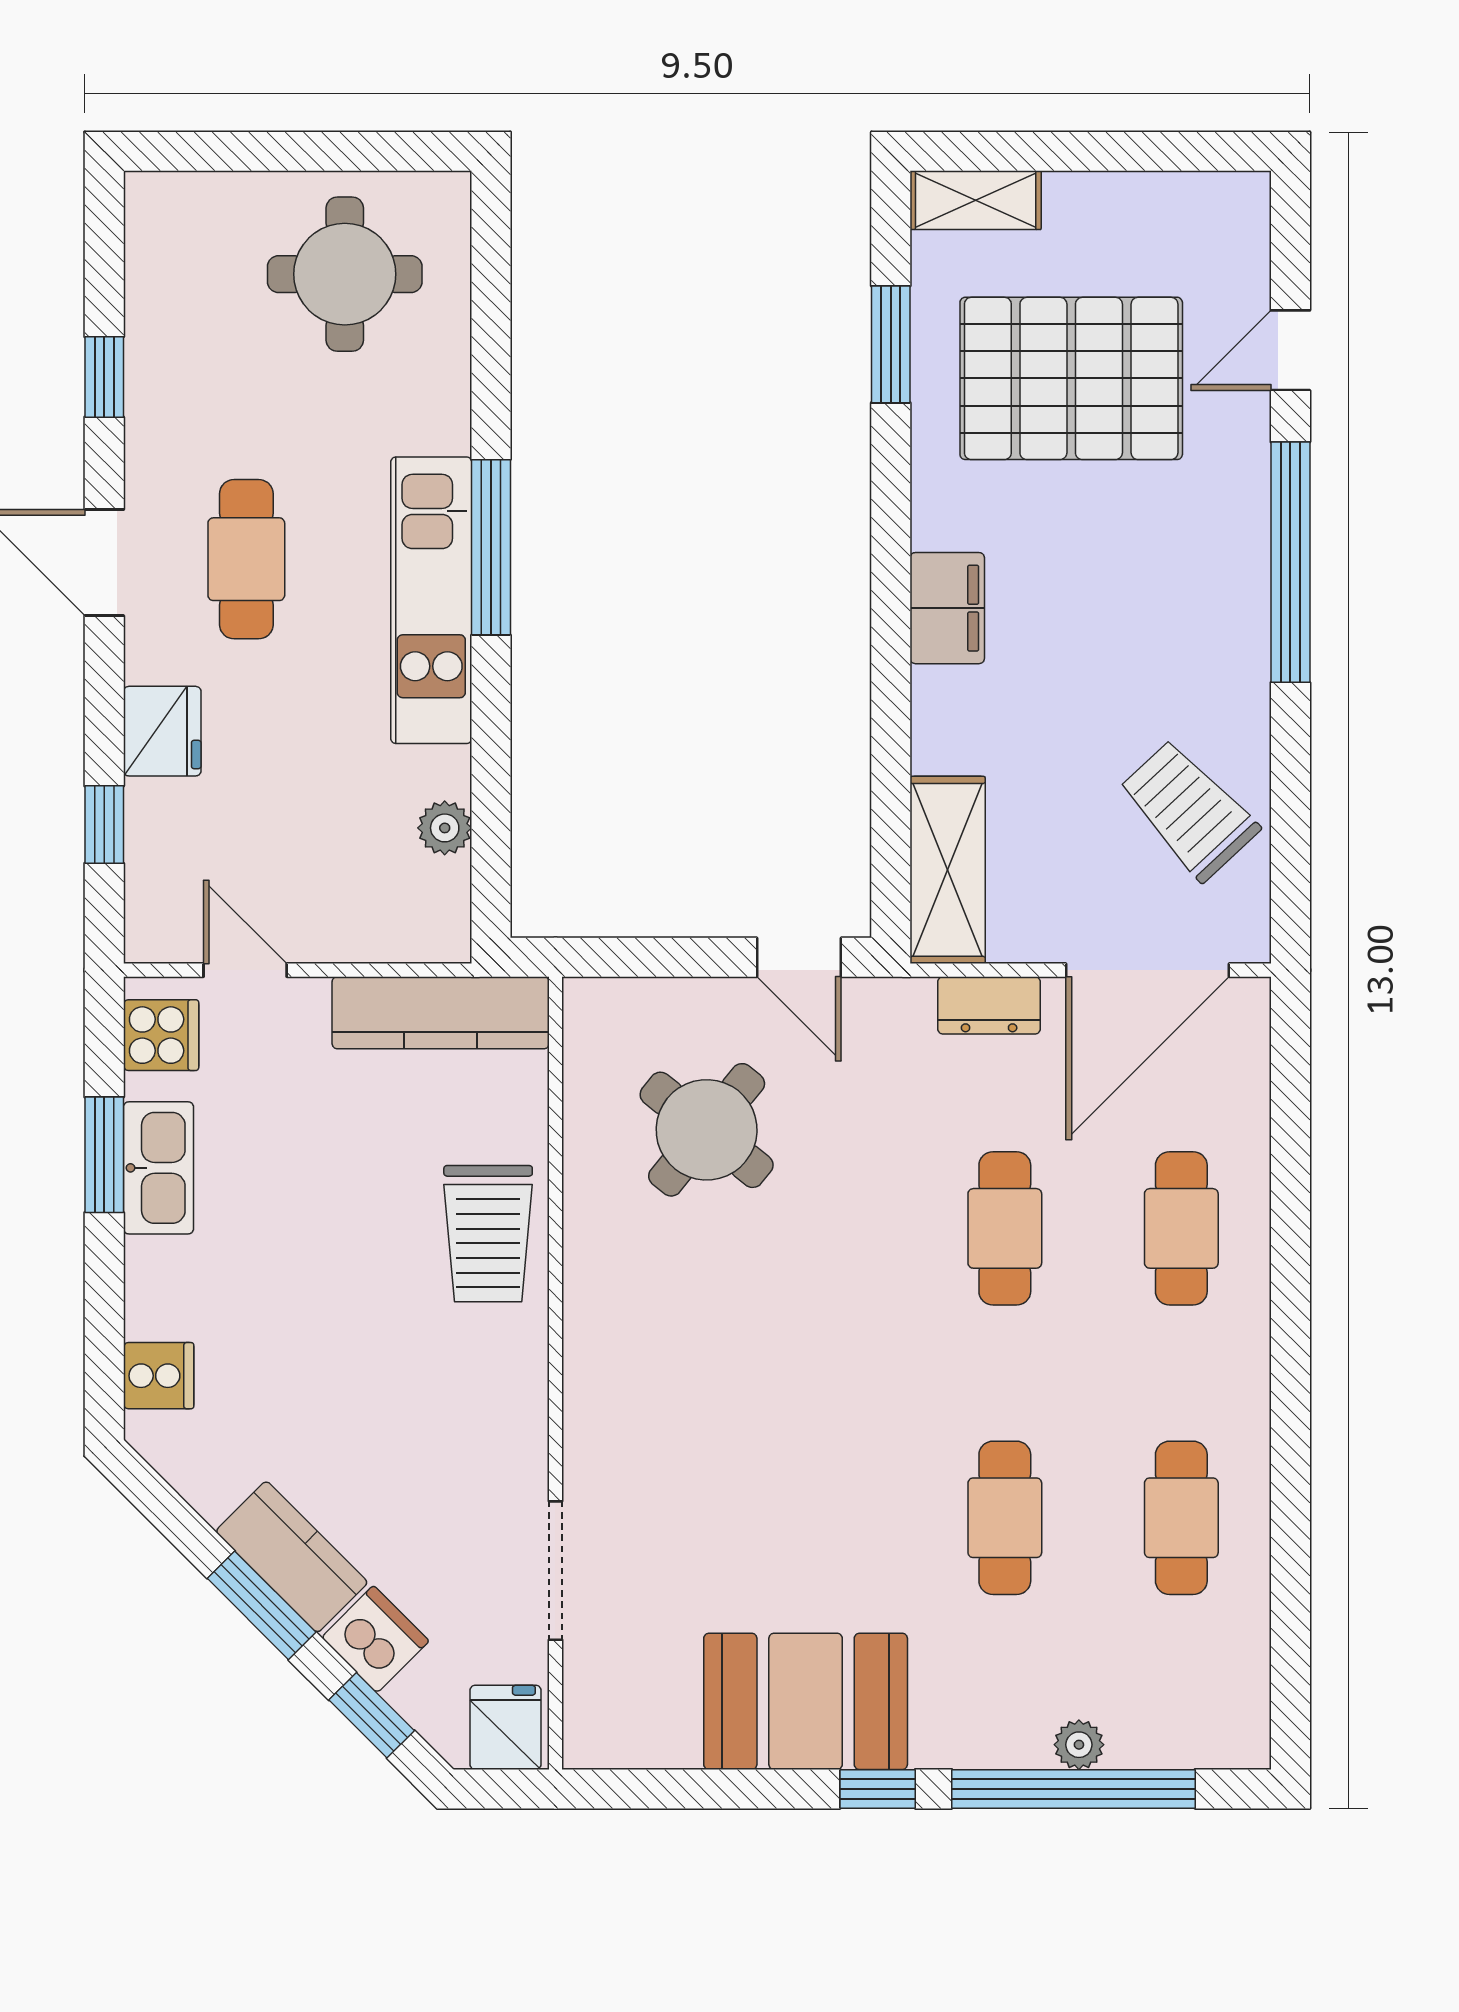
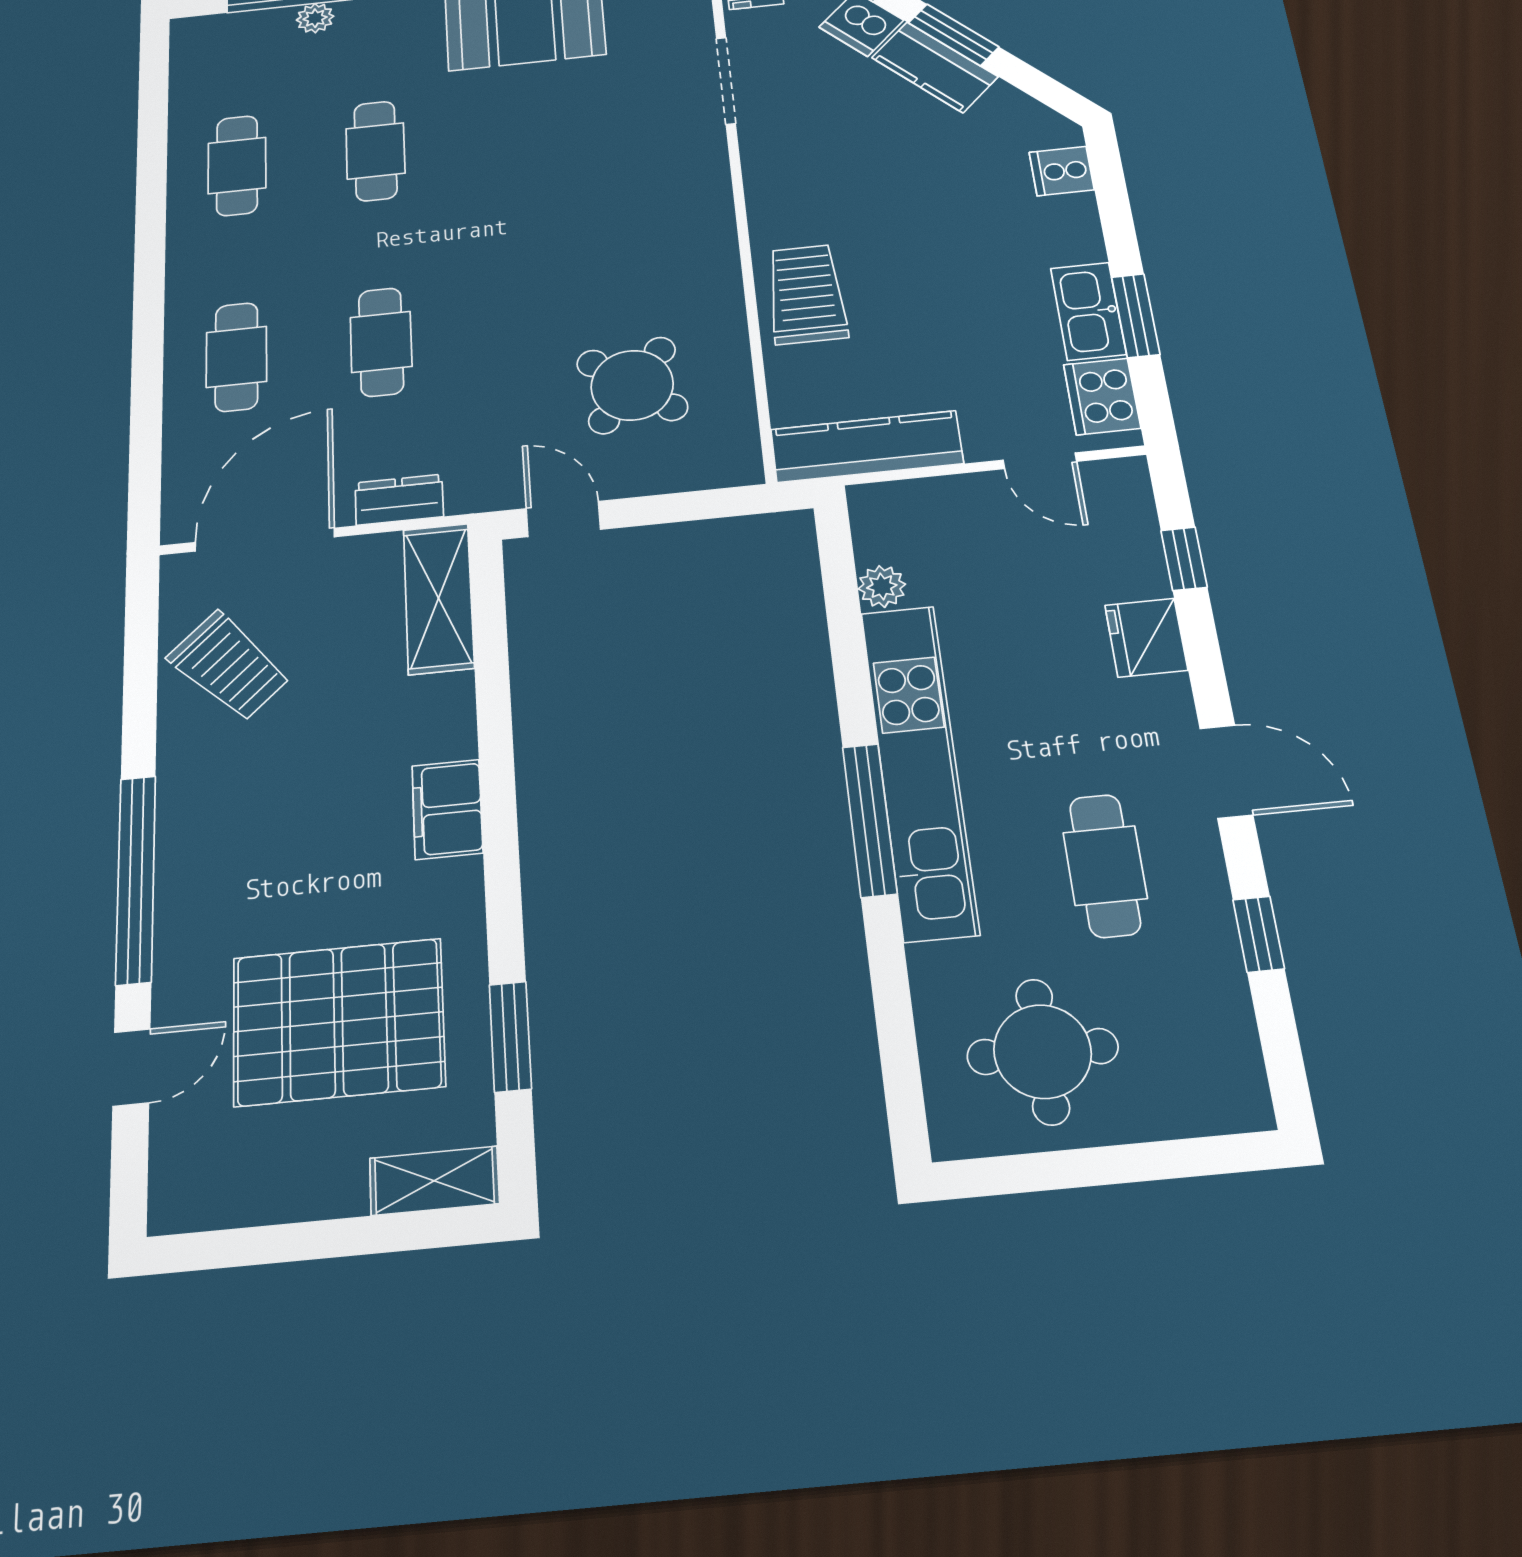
cafe table: (246, 559) -> (1105, 865), moved
kitchen unit: (431, 600) -> (919, 769), width x1.36
cooker: (161, 1035) -> (1102, 396), width x1.36

